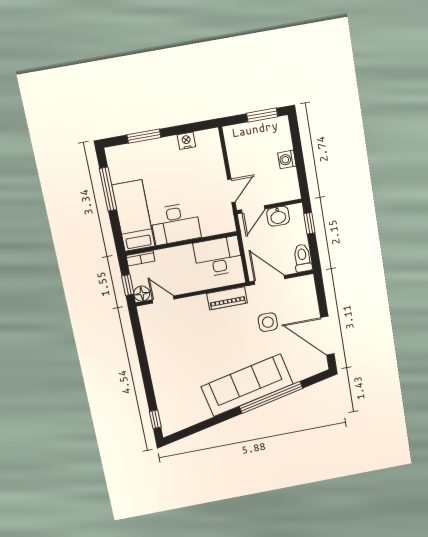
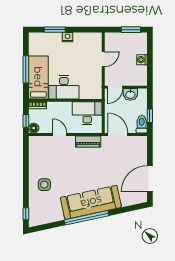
nightstand: (186, 141) -> (68, 37), moved
window: (108, 189) -> (26, 69), moved
door: (231, 191) -> (103, 59), moved
window: (309, 223) -> (150, 116), moved
door: (163, 299) -> (60, 135), moved
side table: (268, 322) -> (44, 185), moved
door: (327, 336) -> (150, 179), hinge flipped
window: (271, 397) -> (86, 218), moved

